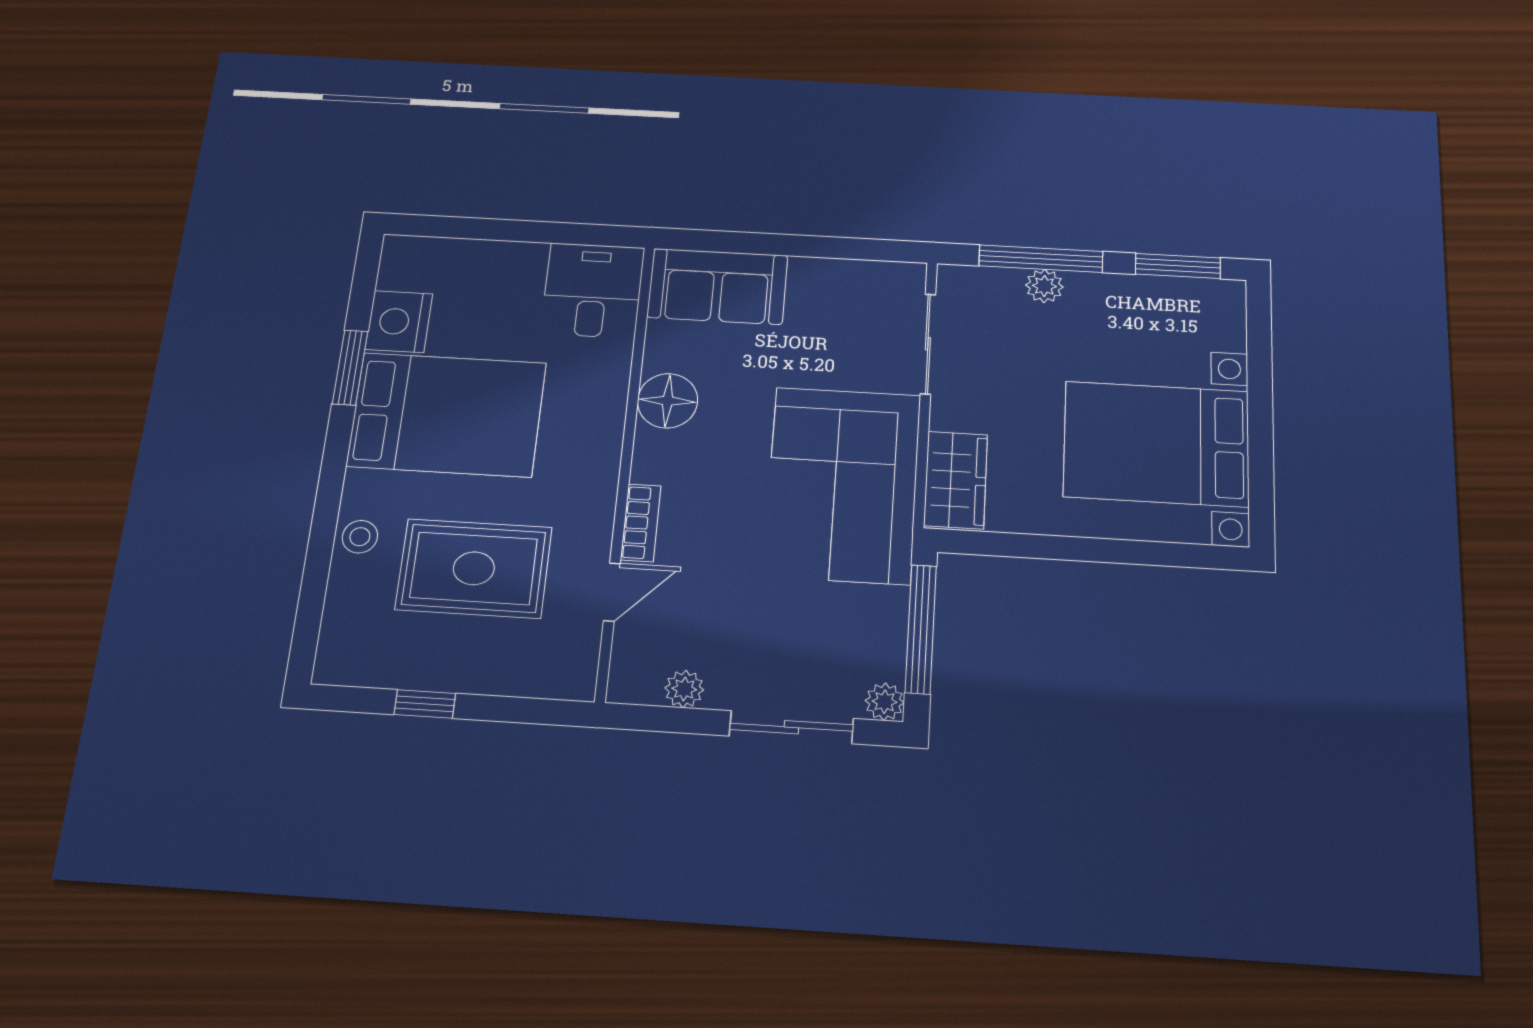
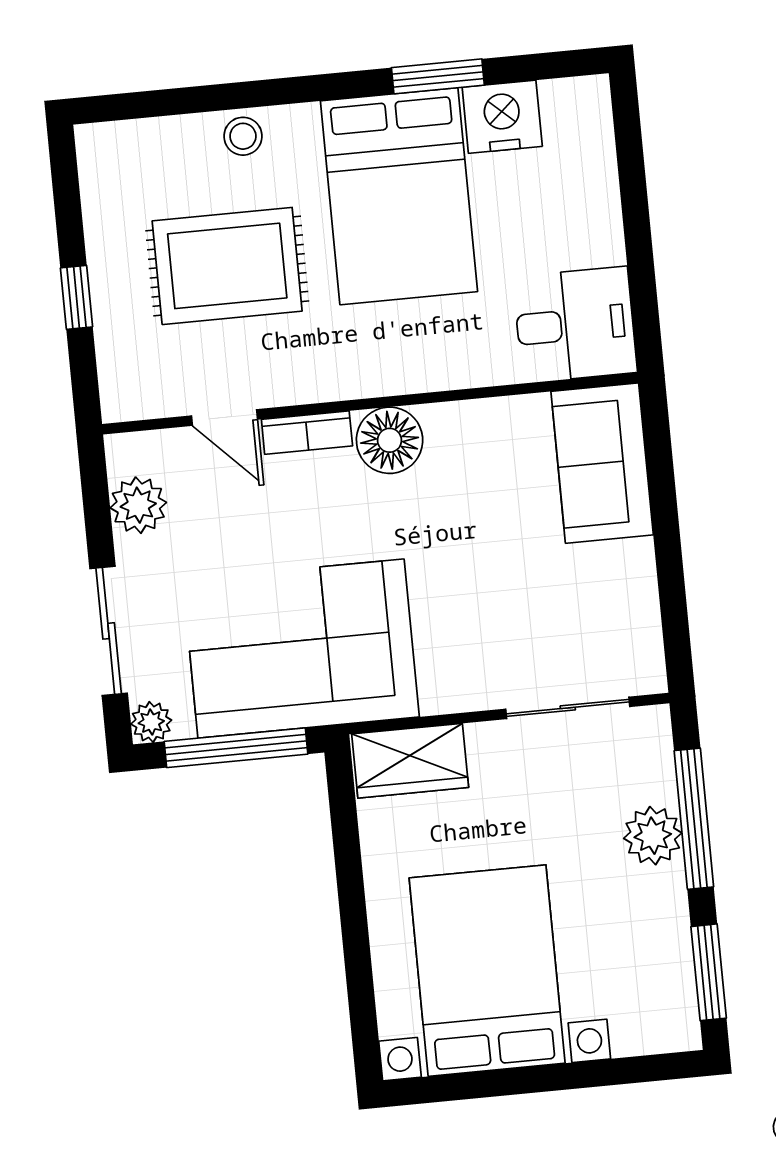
plant: (1044, 286) -> (653, 836), width x1.38, depth x1.38
floor lamp: (668, 401) -> (390, 440), moved
corner sofa: (842, 485) -> (301, 649), moved
rug: (474, 568) -> (227, 266), turned 90
plant: (684, 689) -> (138, 505), width x1.38, depth x1.38
window: (425, 704) -> (76, 297), moved

